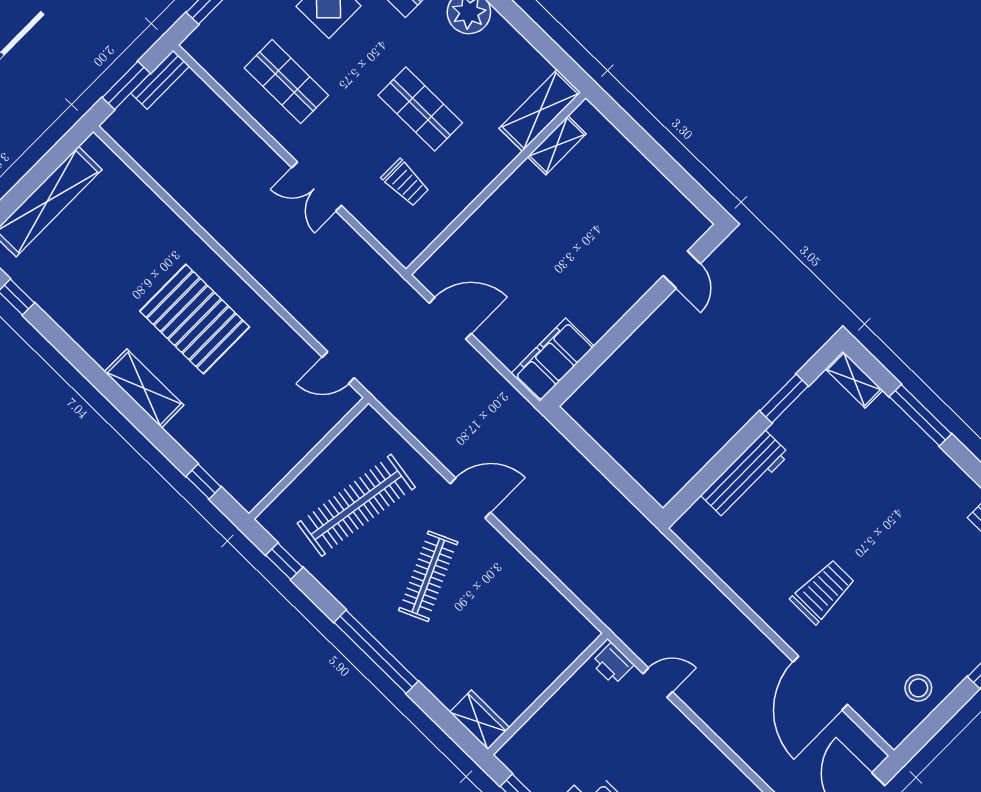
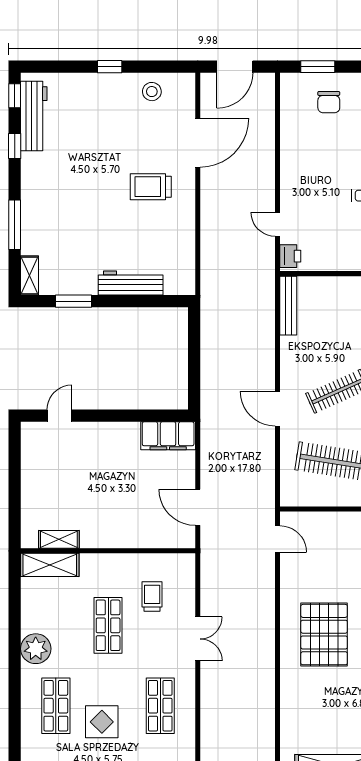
bench: (564, 612) -> (288, 306), added

